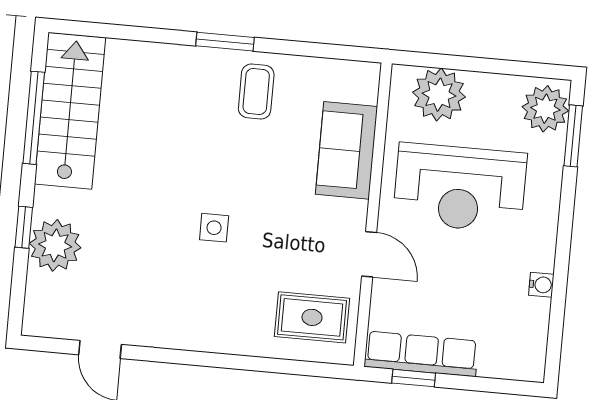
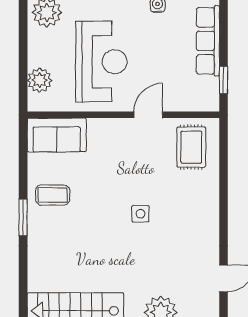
plant: (439, 95) -> (40, 80), width x0.73, depth x0.73
sofa: (347, 150) -> (57, 135), moved
row of seats: (421, 354) -> (208, 41), moved

